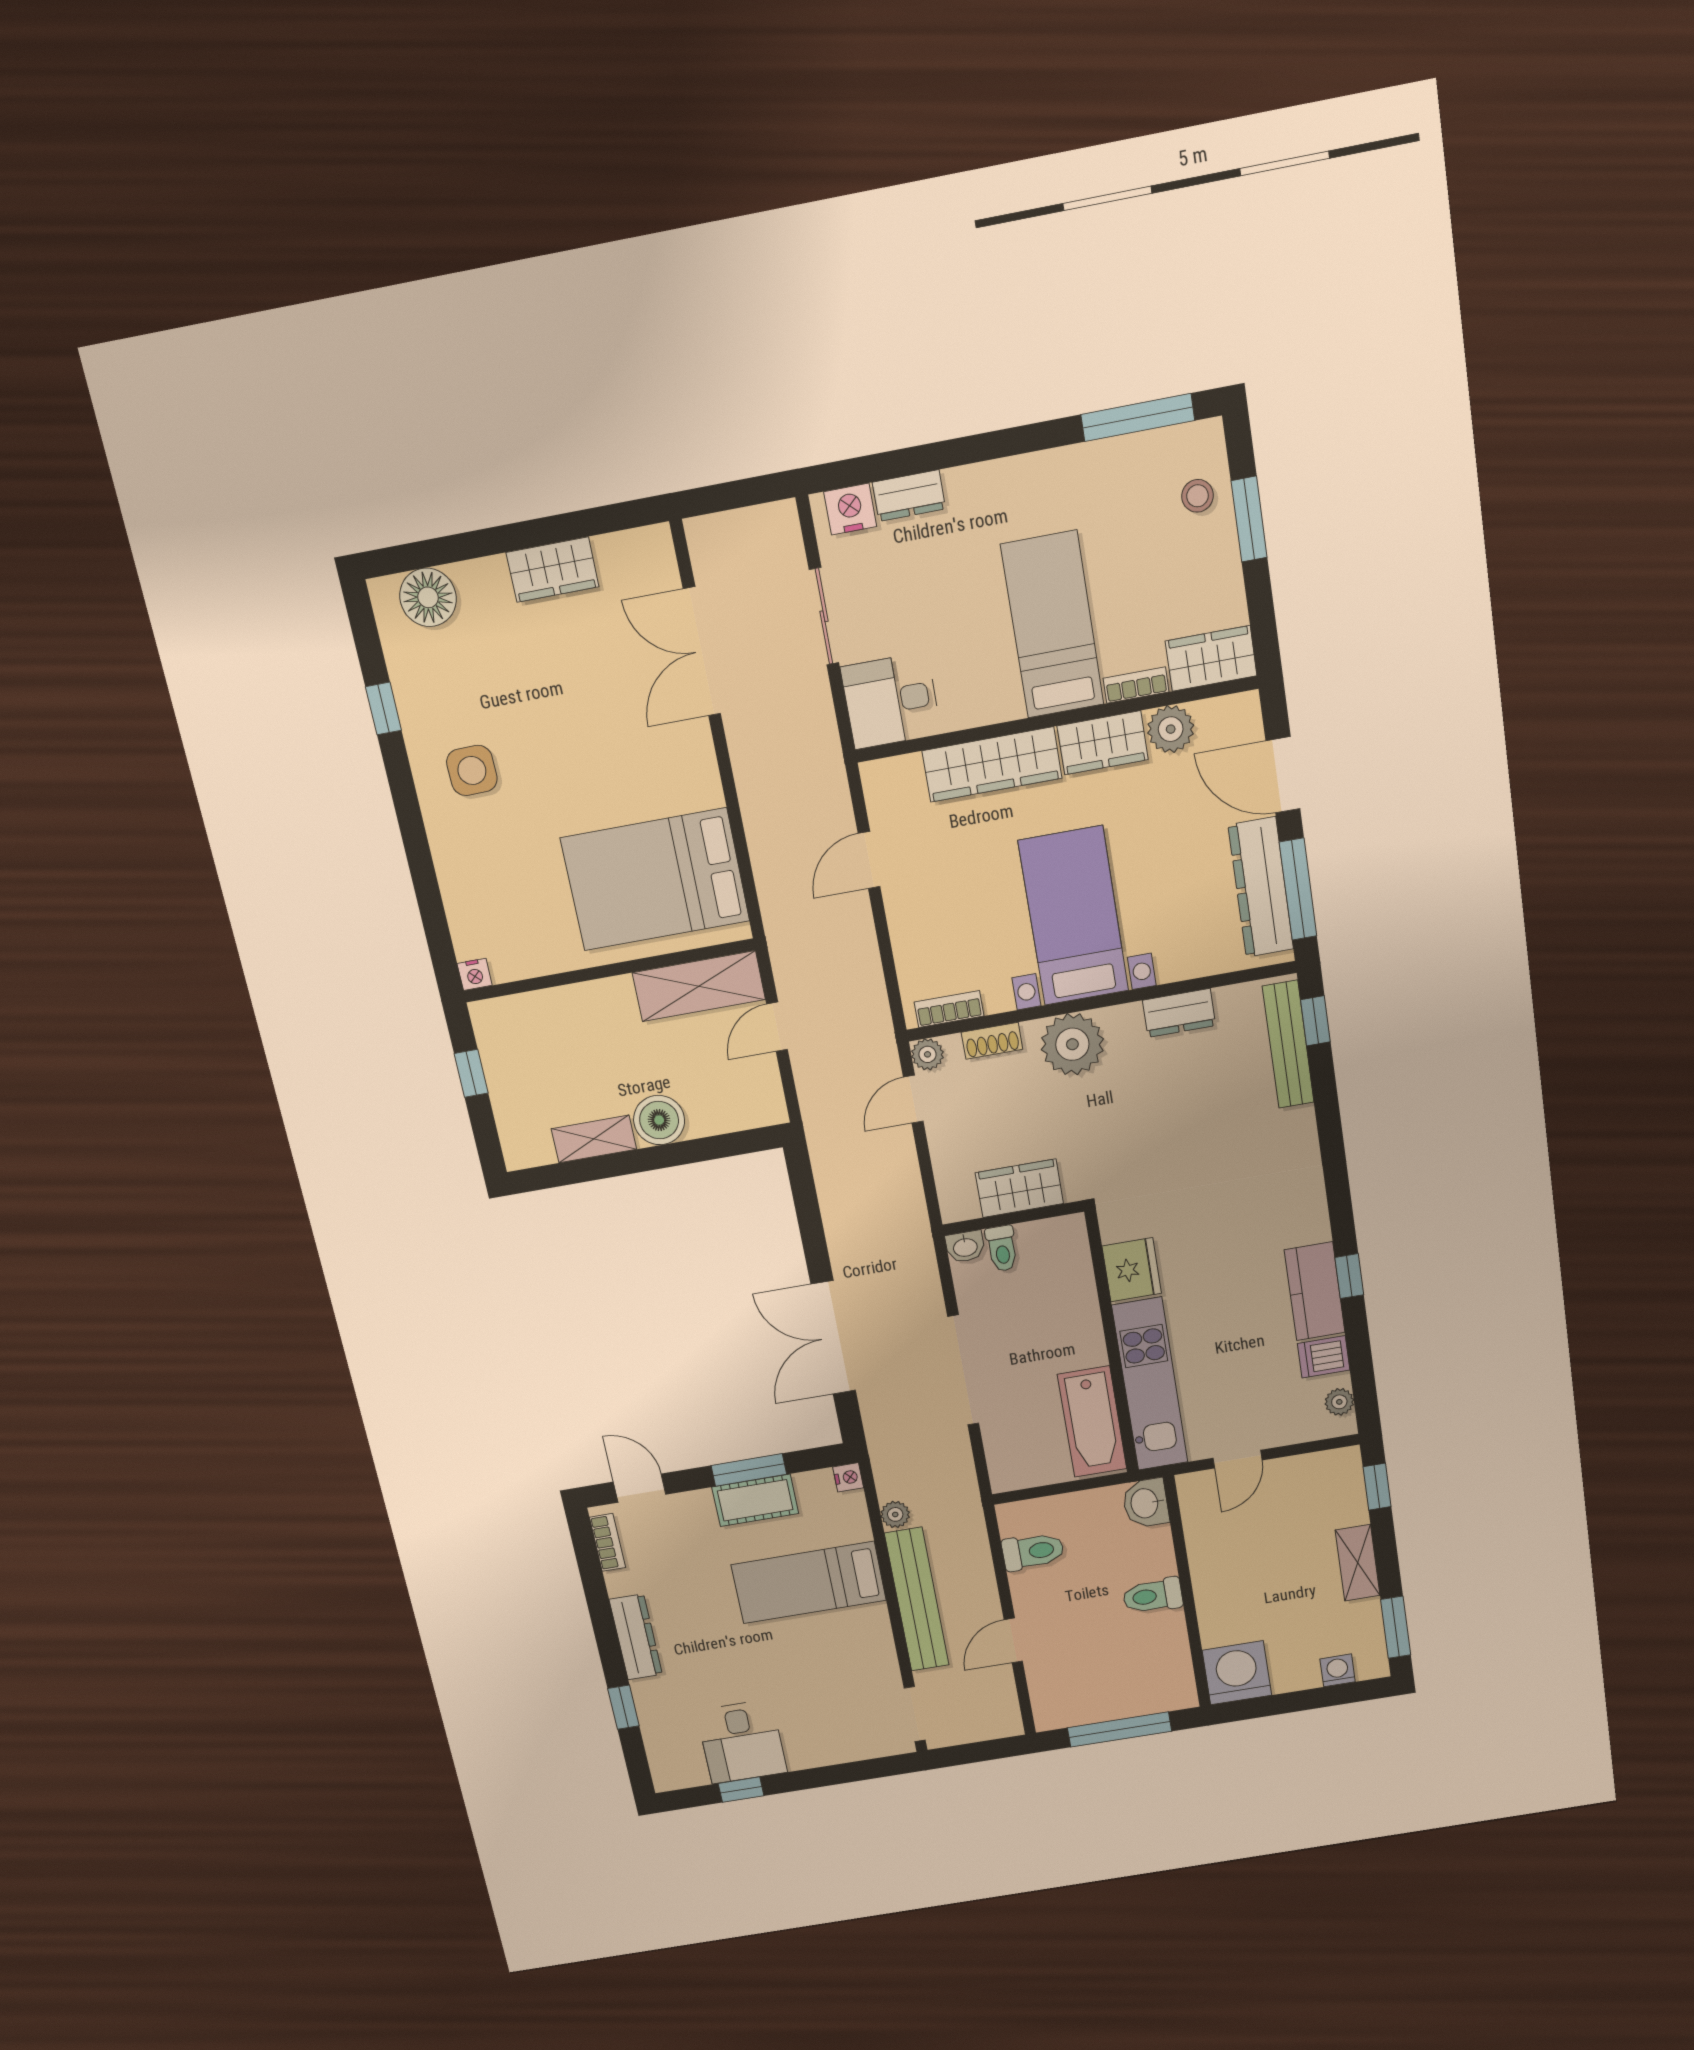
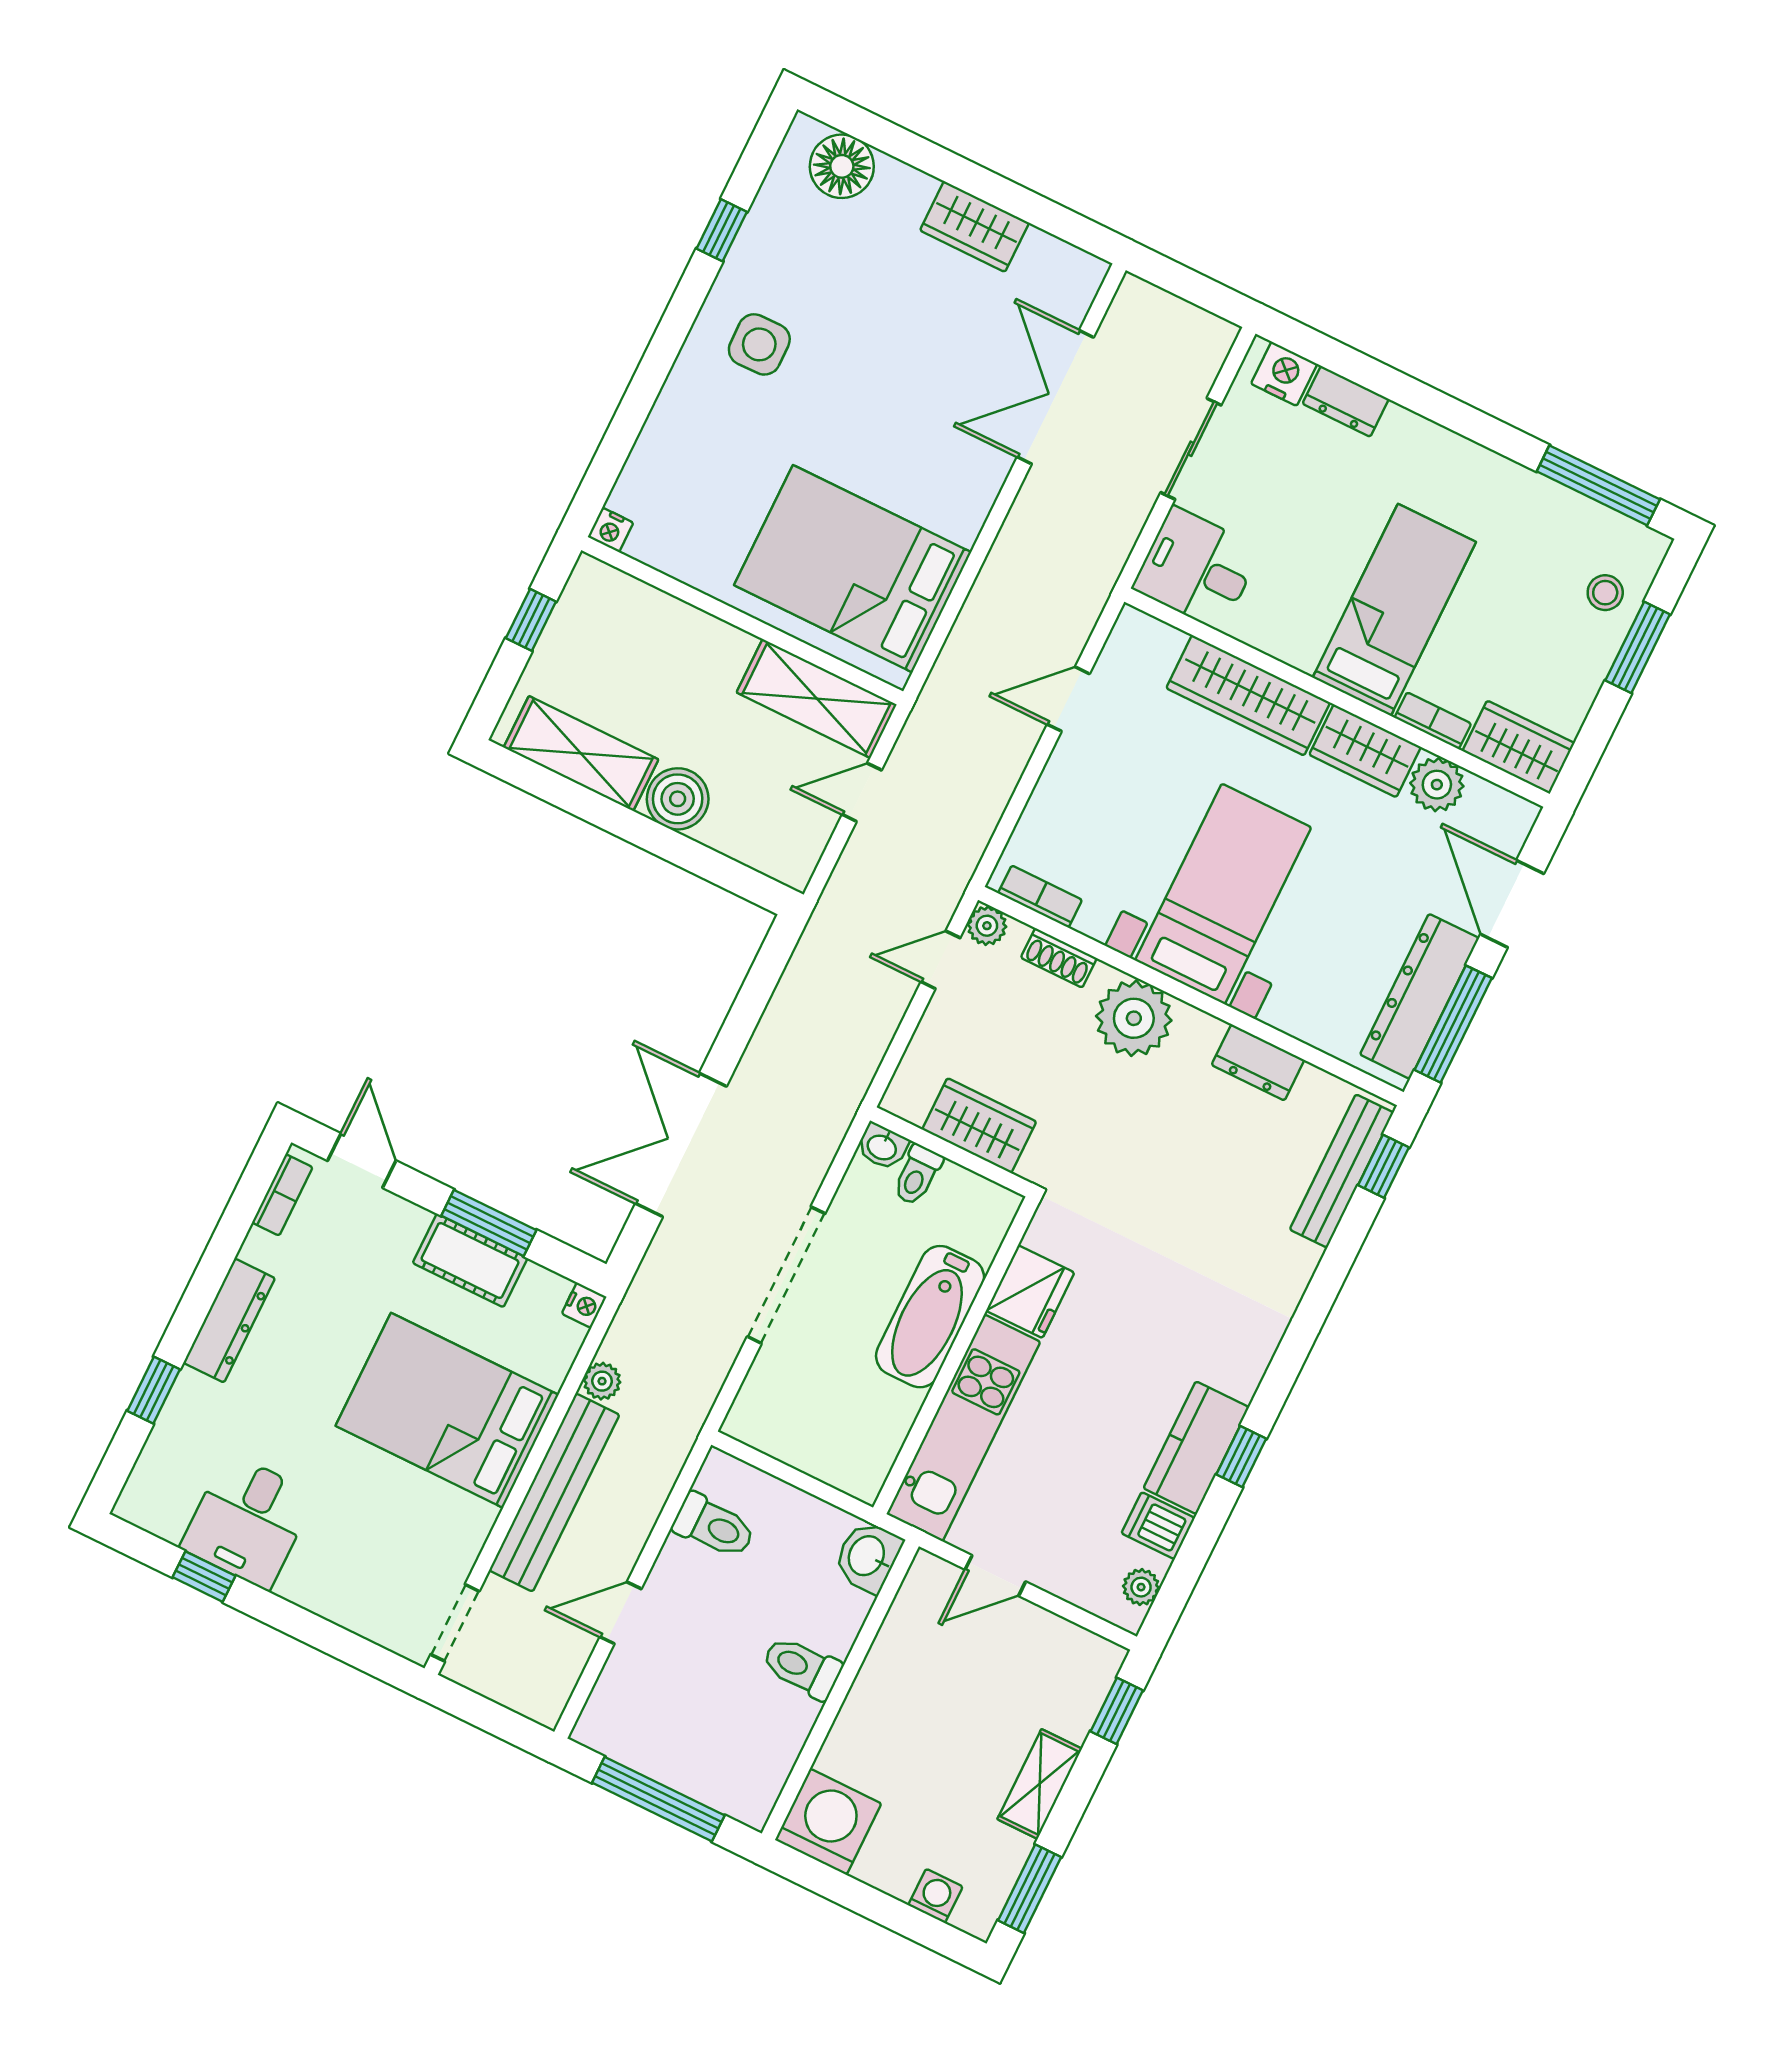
shelving: (594, 1139) -> (581, 753), width x1.50, depth x1.33
bathtub: (1092, 1422) -> (930, 1317), moved
bed: (809, 1582) -> (447, 1410), width x1.50

